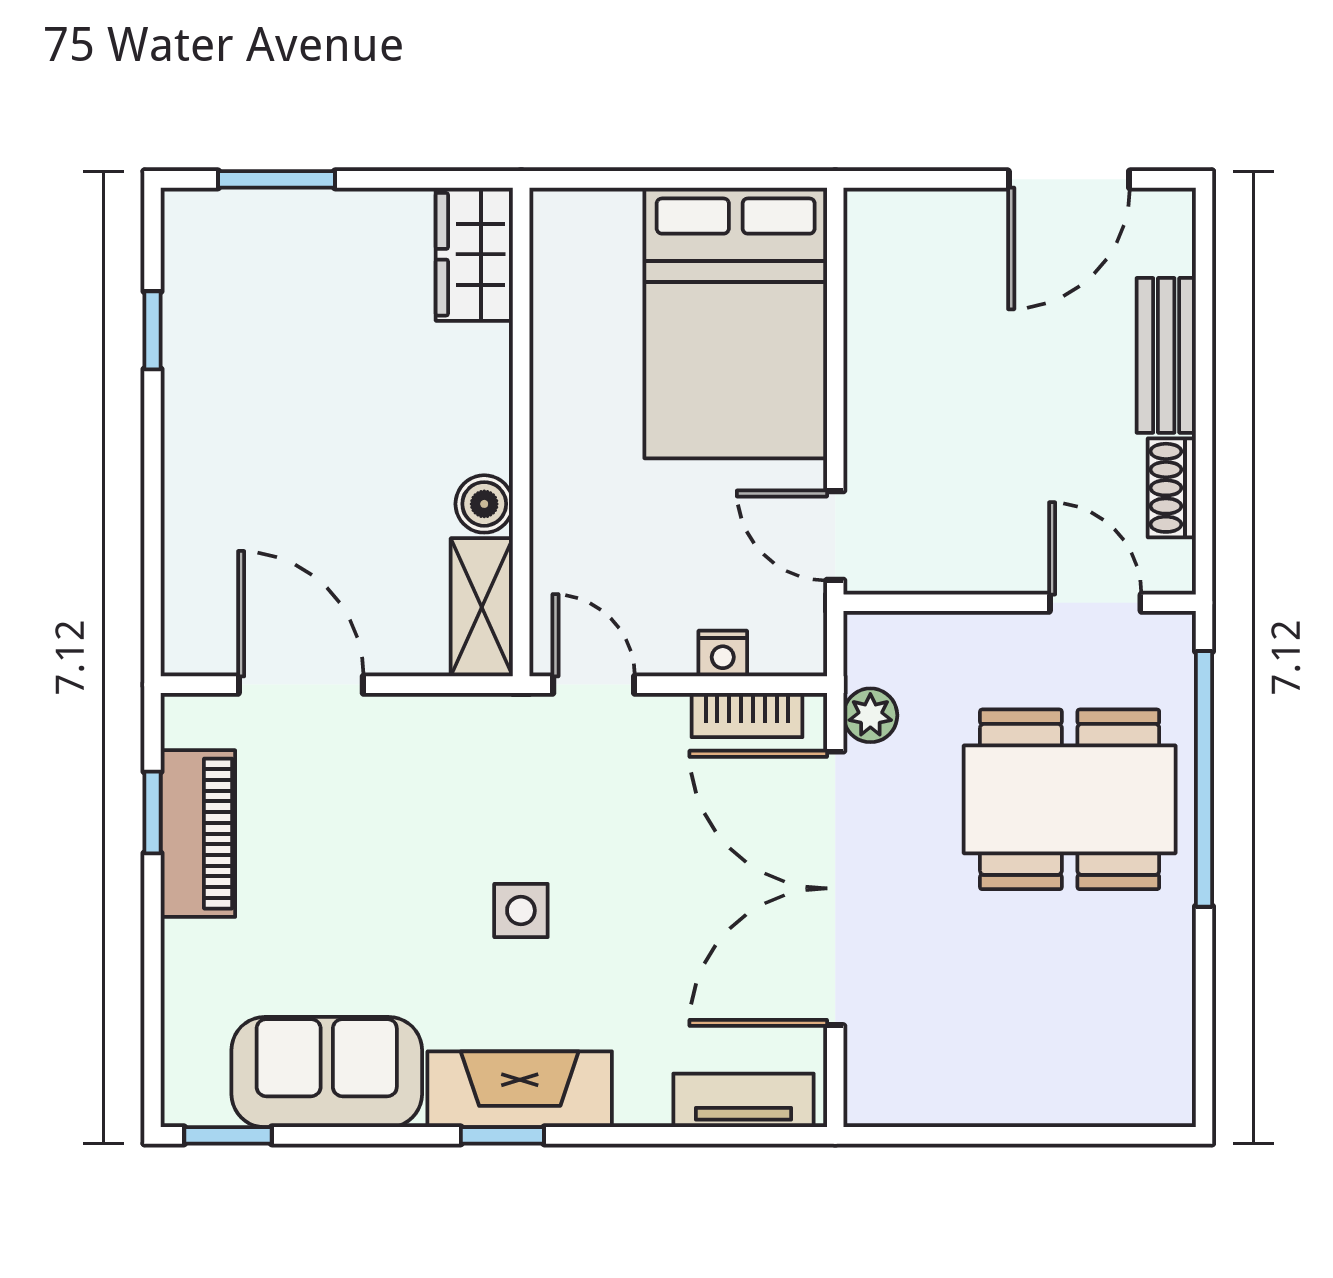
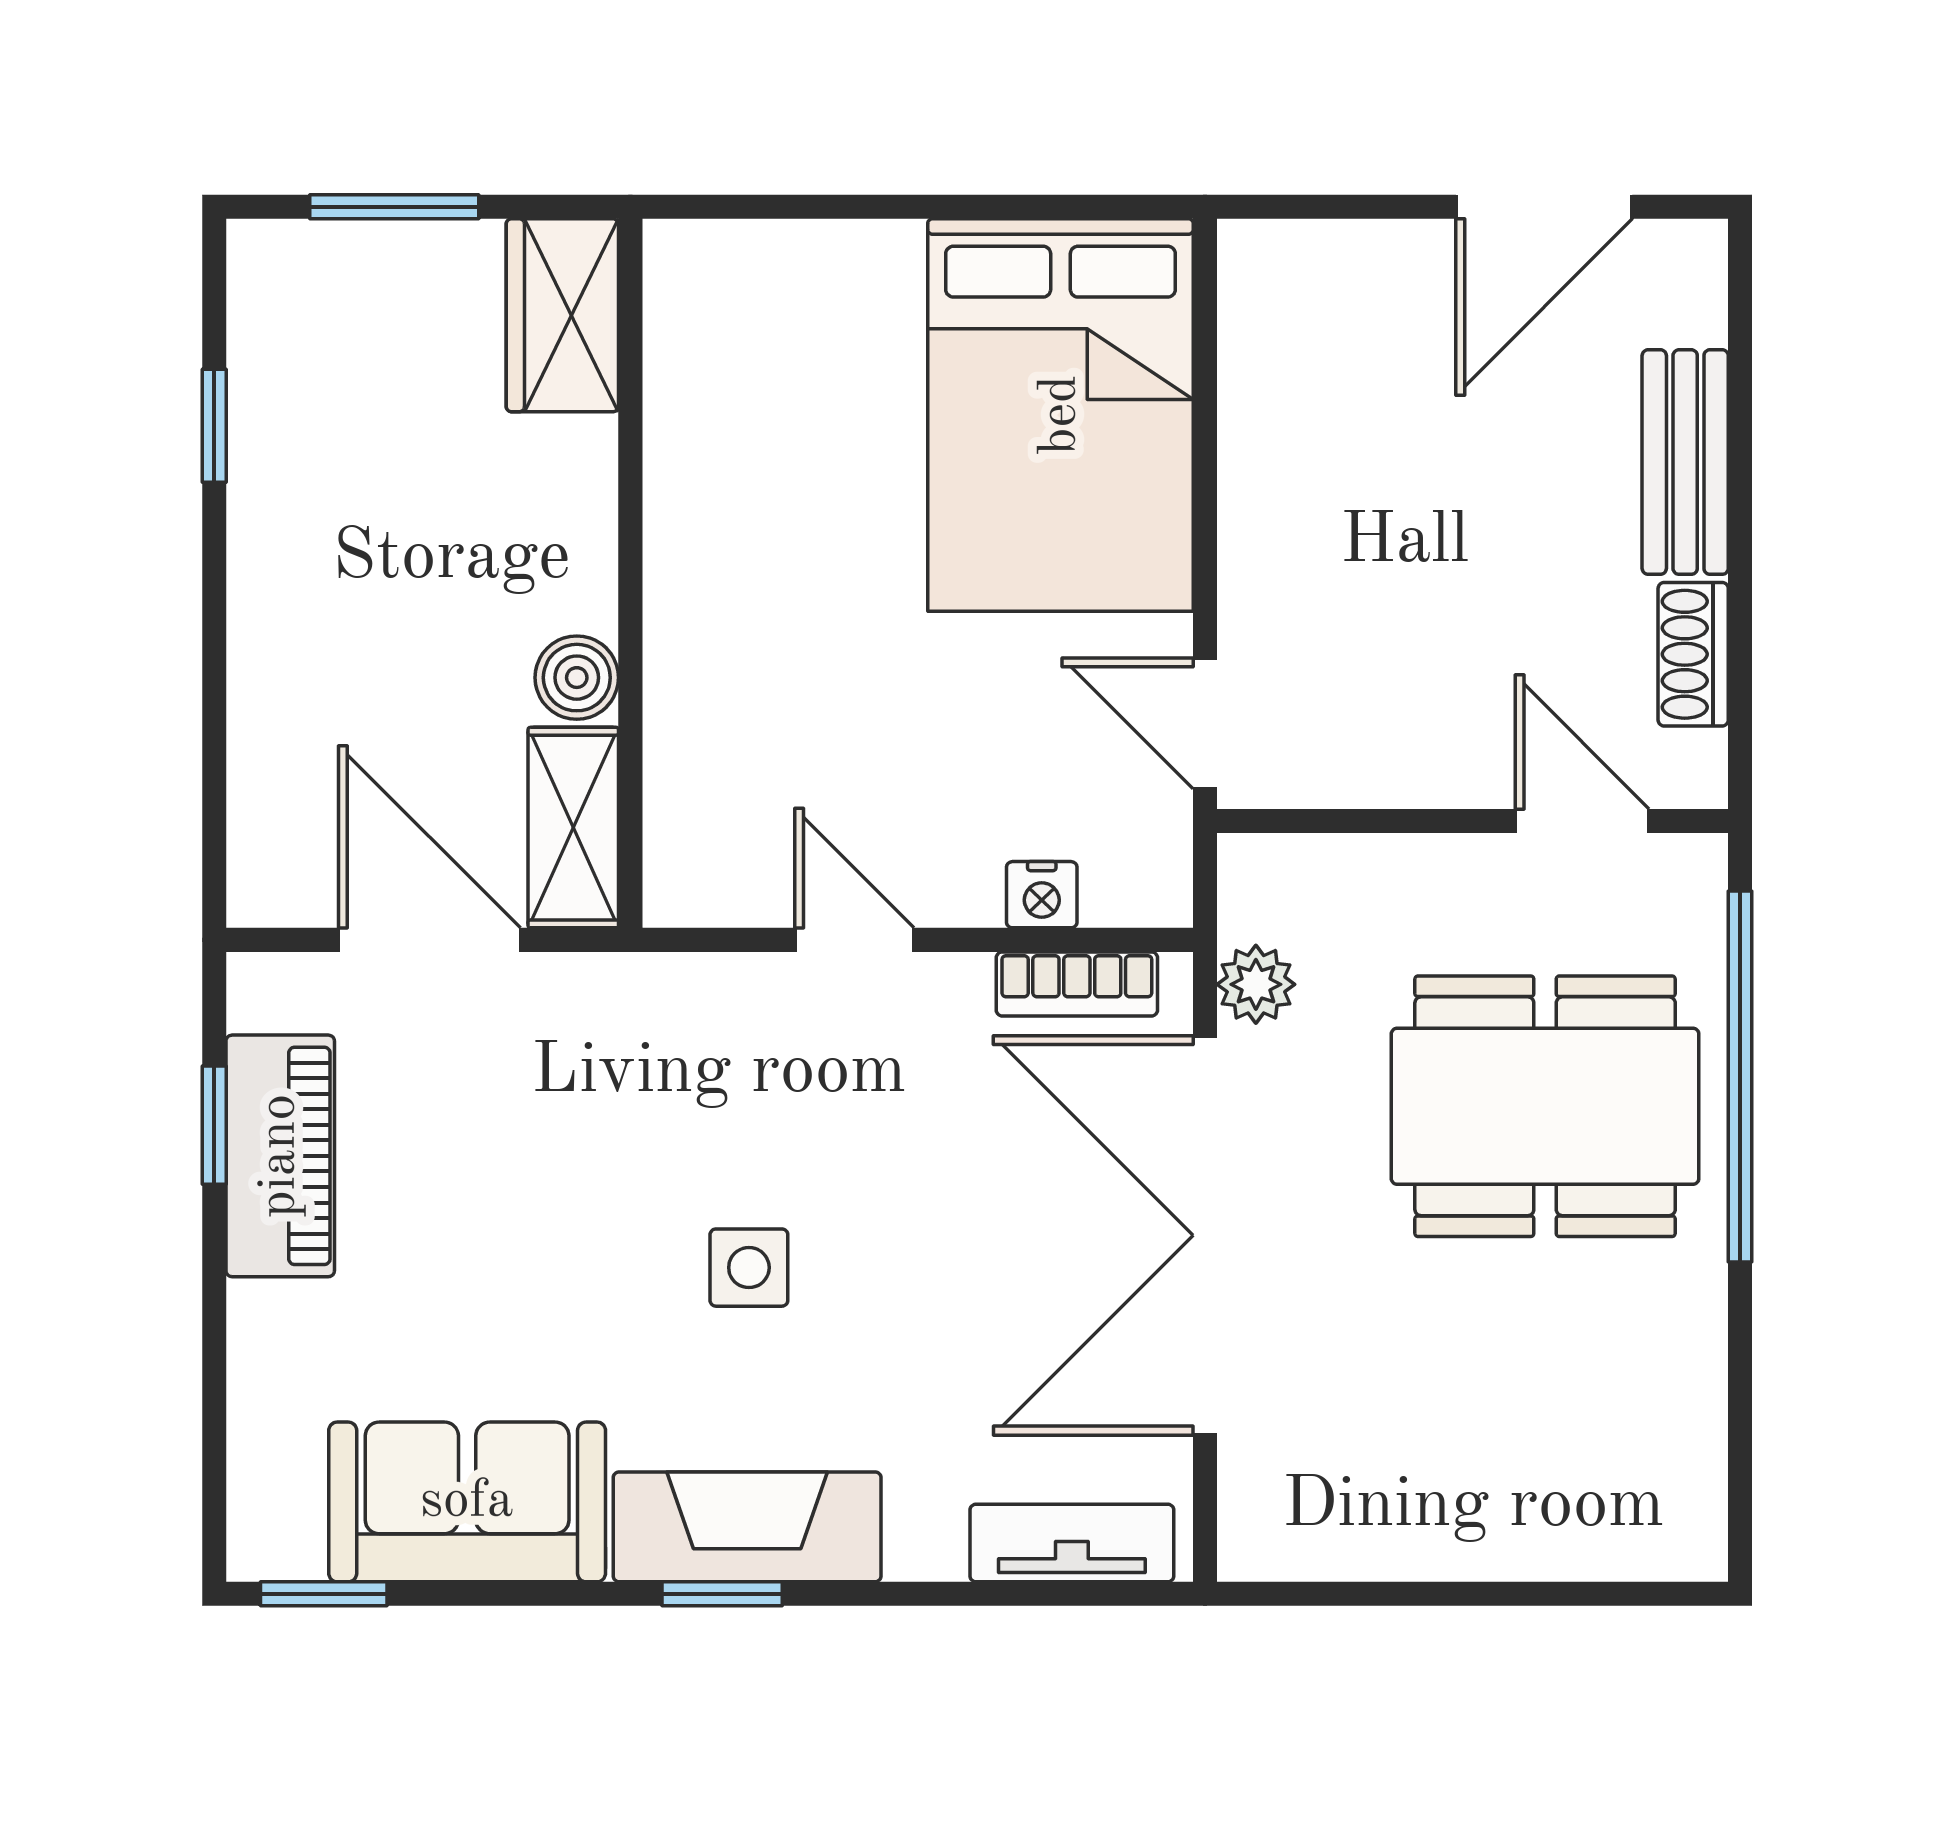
wardrobe: (474, 254) -> (562, 315), moved
wall: (521, 432) -> (630, 573), moved
boiler: (484, 504) -> (577, 678), moved
shelving: (482, 607) -> (573, 828), moved

